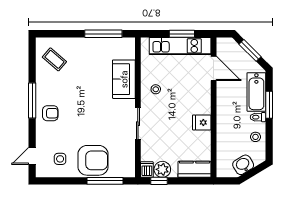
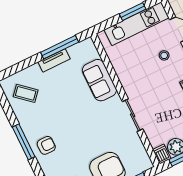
tv unit: (93, 43) -> (54, 60), added
stool: (156, 89) -> (164, 55), moved

